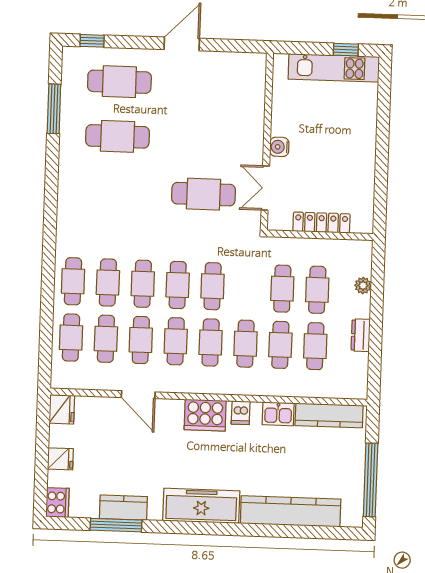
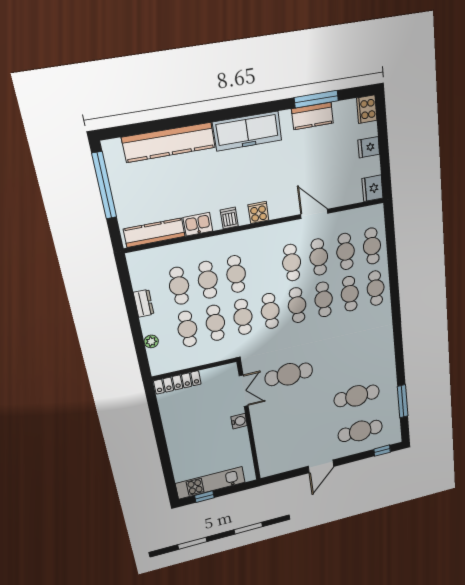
locker: (321, 223) -> (177, 382), moved
cafe table: (211, 342) -> (243, 317), moved
cooker: (205, 415) -> (258, 212), width x0.53, depth x0.76

